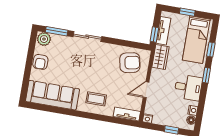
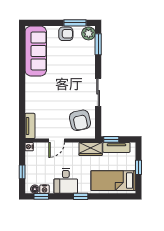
sliding door: (87, 37) -> (98, 92), moved
window: (211, 50) -> (41, 196), moved
window: (31, 51) -> (75, 23), added
armchair: (40, 62) -> (66, 34), turned 180
door: (146, 90) -> (57, 141), swing flipped
coffee table: (96, 99) -> (39, 94), removed

